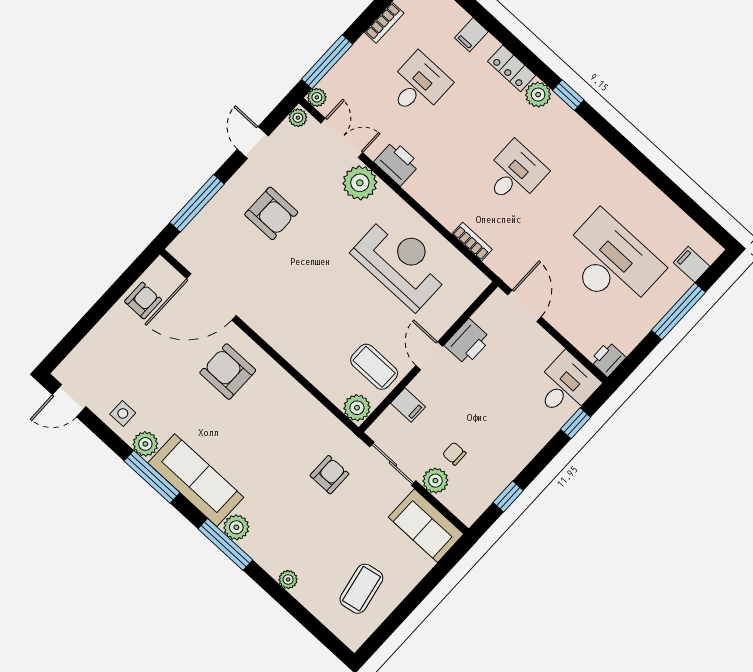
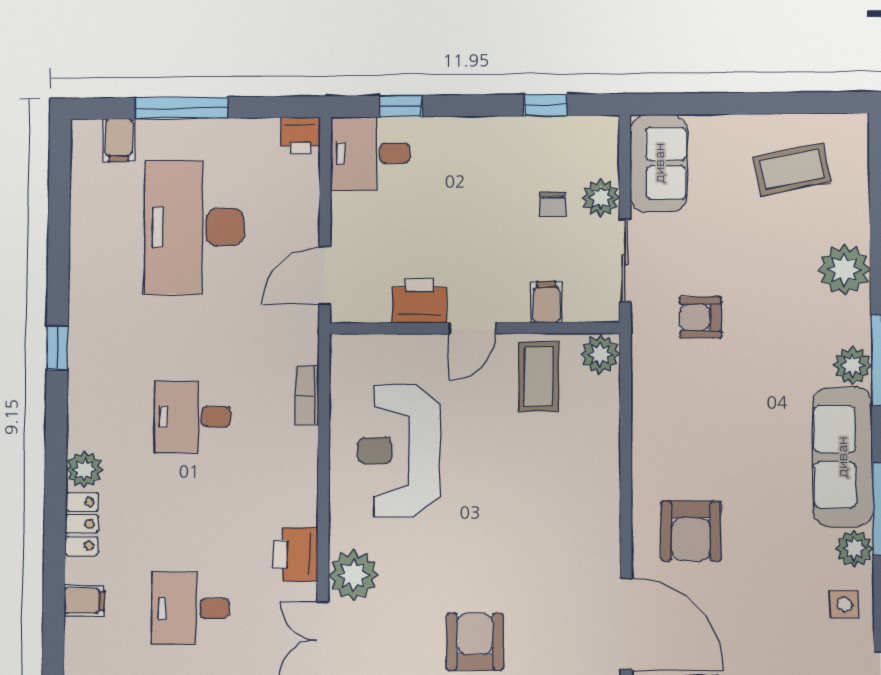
window: (568, 95) -> (57, 348), moved
plant: (288, 579) -> (844, 269), width x1.87, depth x1.87

